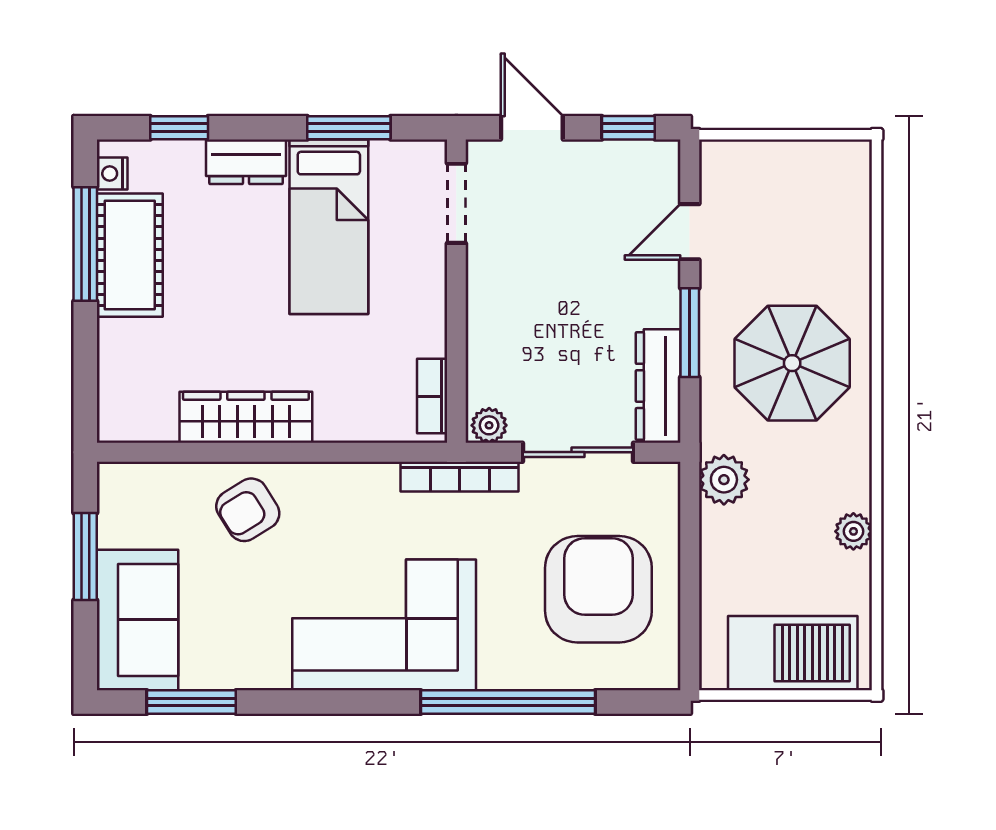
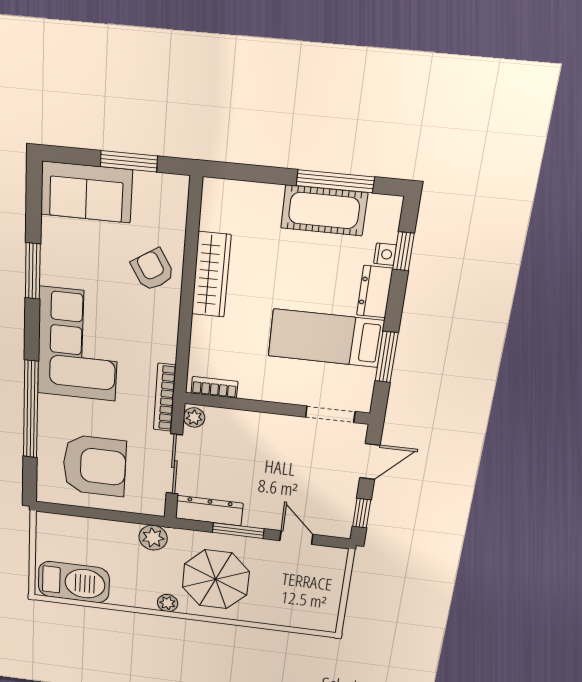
nightstand: (112, 174) -> (385, 254), moved, turned 90
plant: (853, 531) -> (168, 603), moved
barbecue: (793, 653) -> (74, 582), moved, turned -90
window: (191, 702) -> (33, 271), moved

